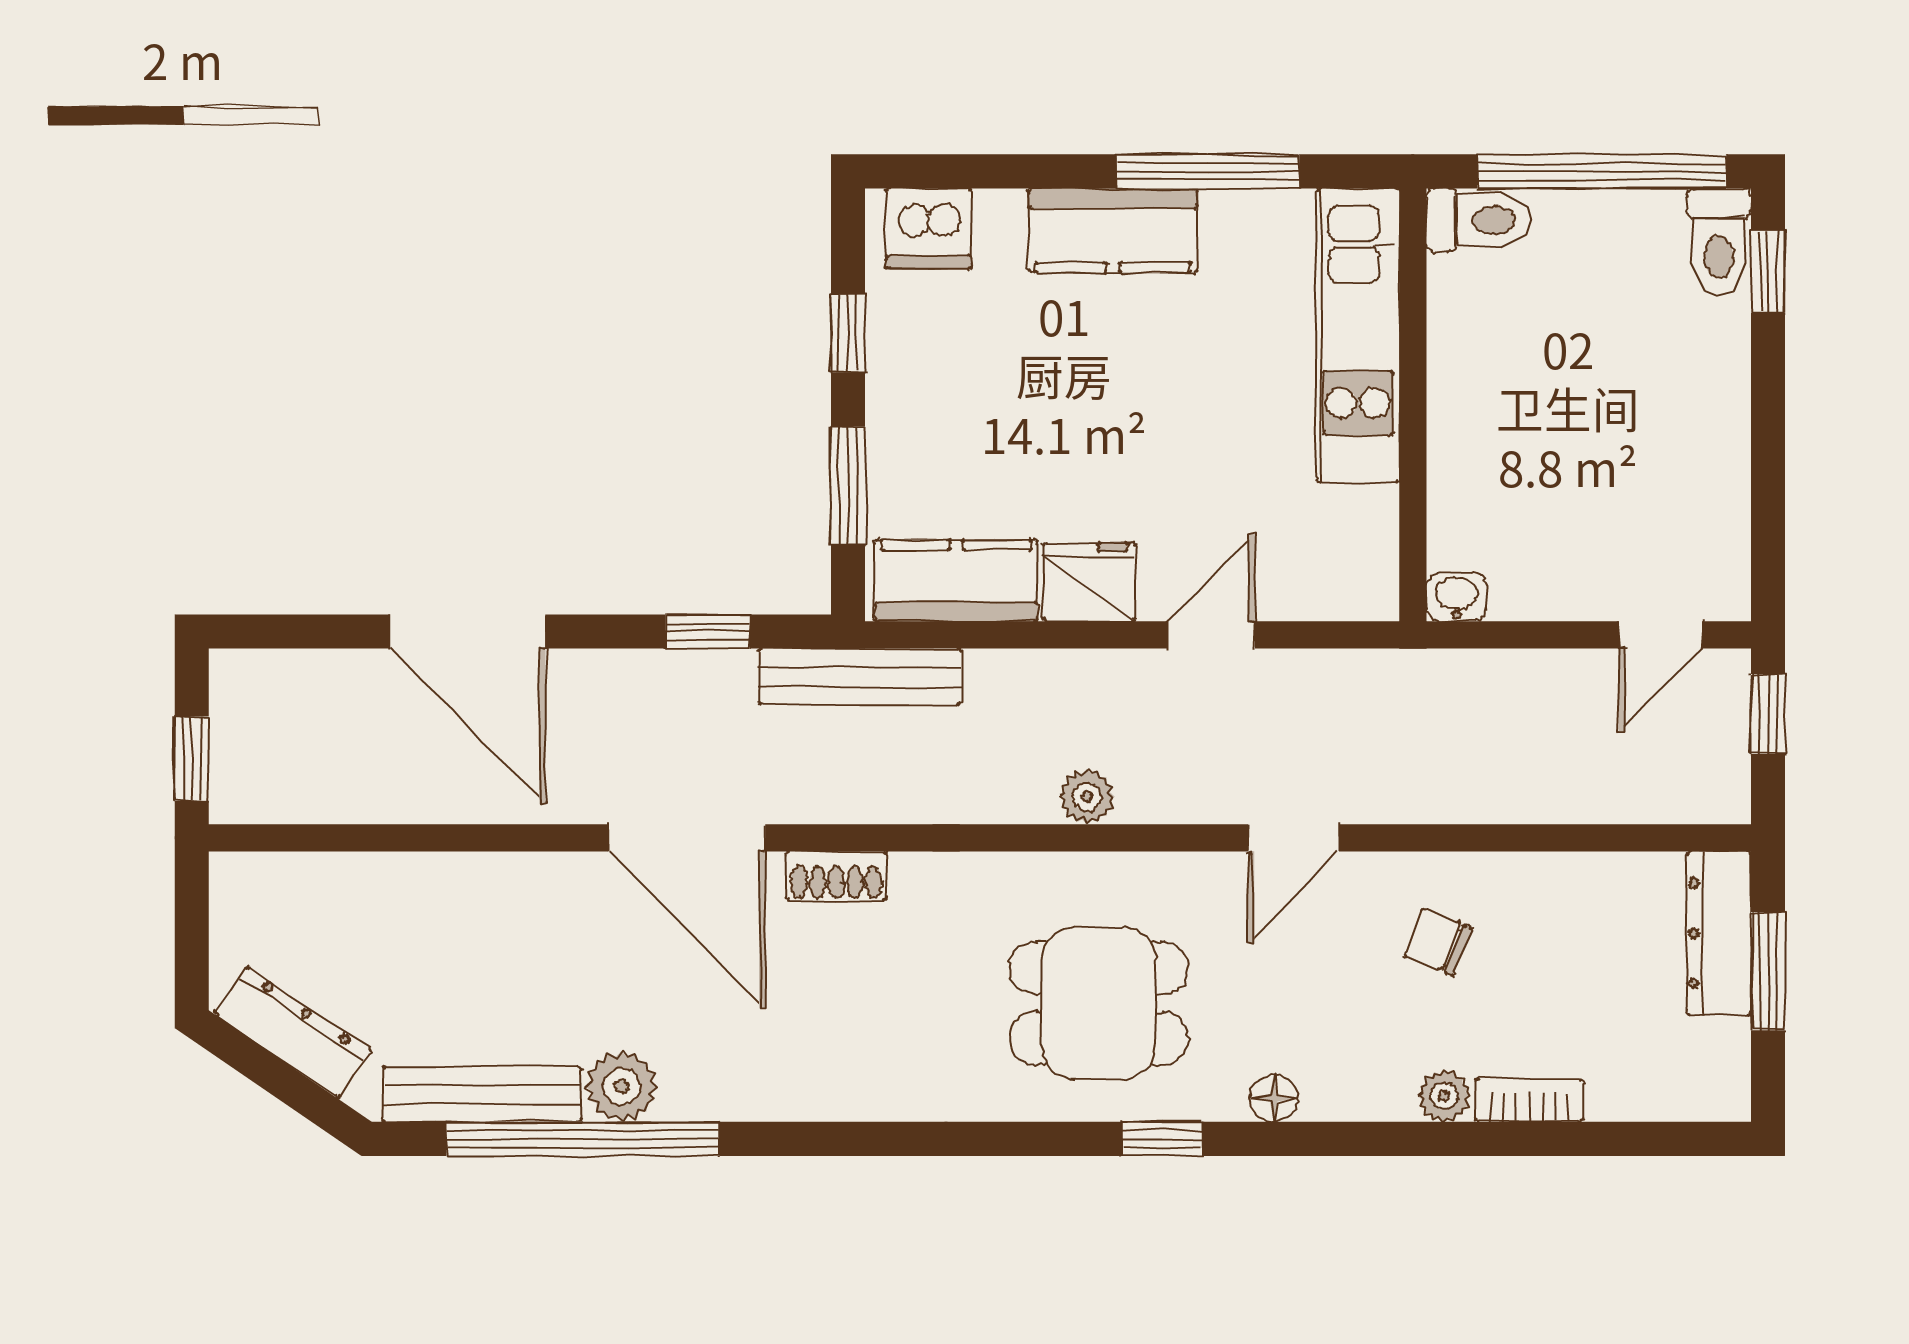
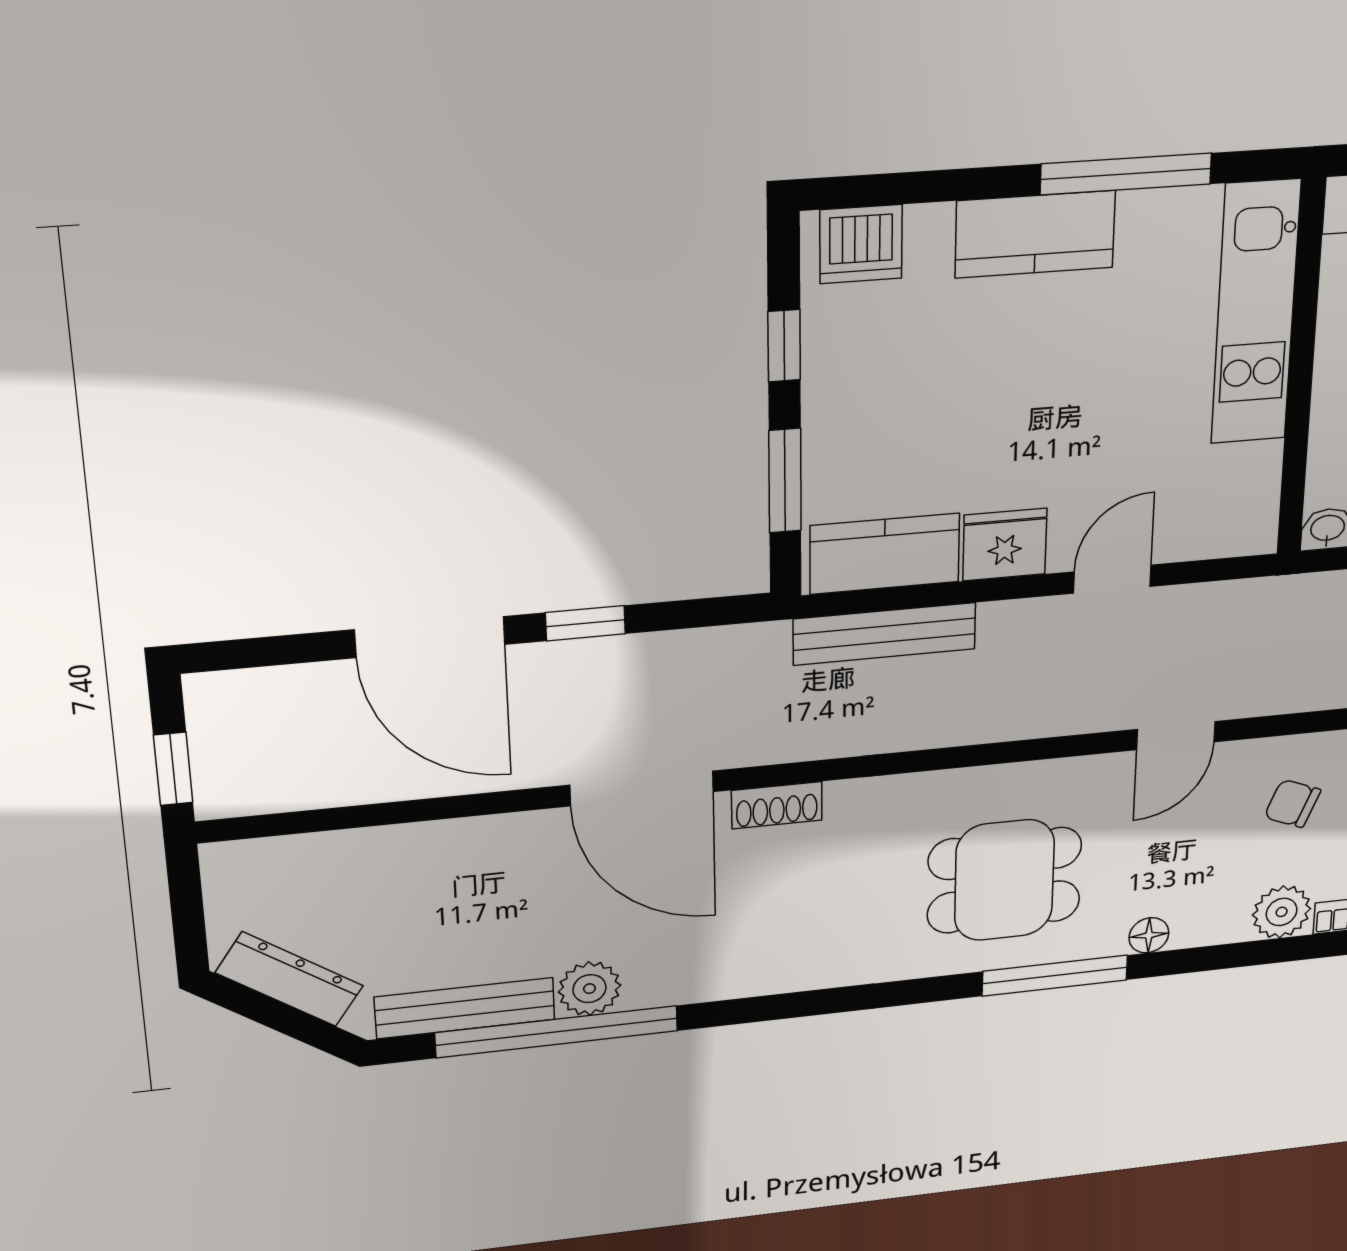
window: (708, 631) -> (585, 623), moved
bench: (860, 677) -> (885, 634), moved
plant: (1087, 797) -> (999, 721), removed
plant: (1444, 1096) -> (1282, 912), width x1.38, depth x1.38
window: (1162, 1139) -> (1055, 976), width x2.17

